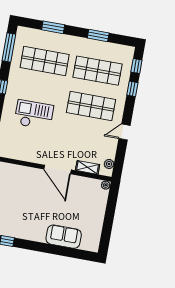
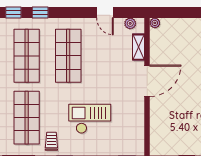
trolley: (21, 78) -> (51, 141), added
checkout: (34, 115) -> (90, 119), turned 90
door: (124, 132) -> (105, 12), moved

